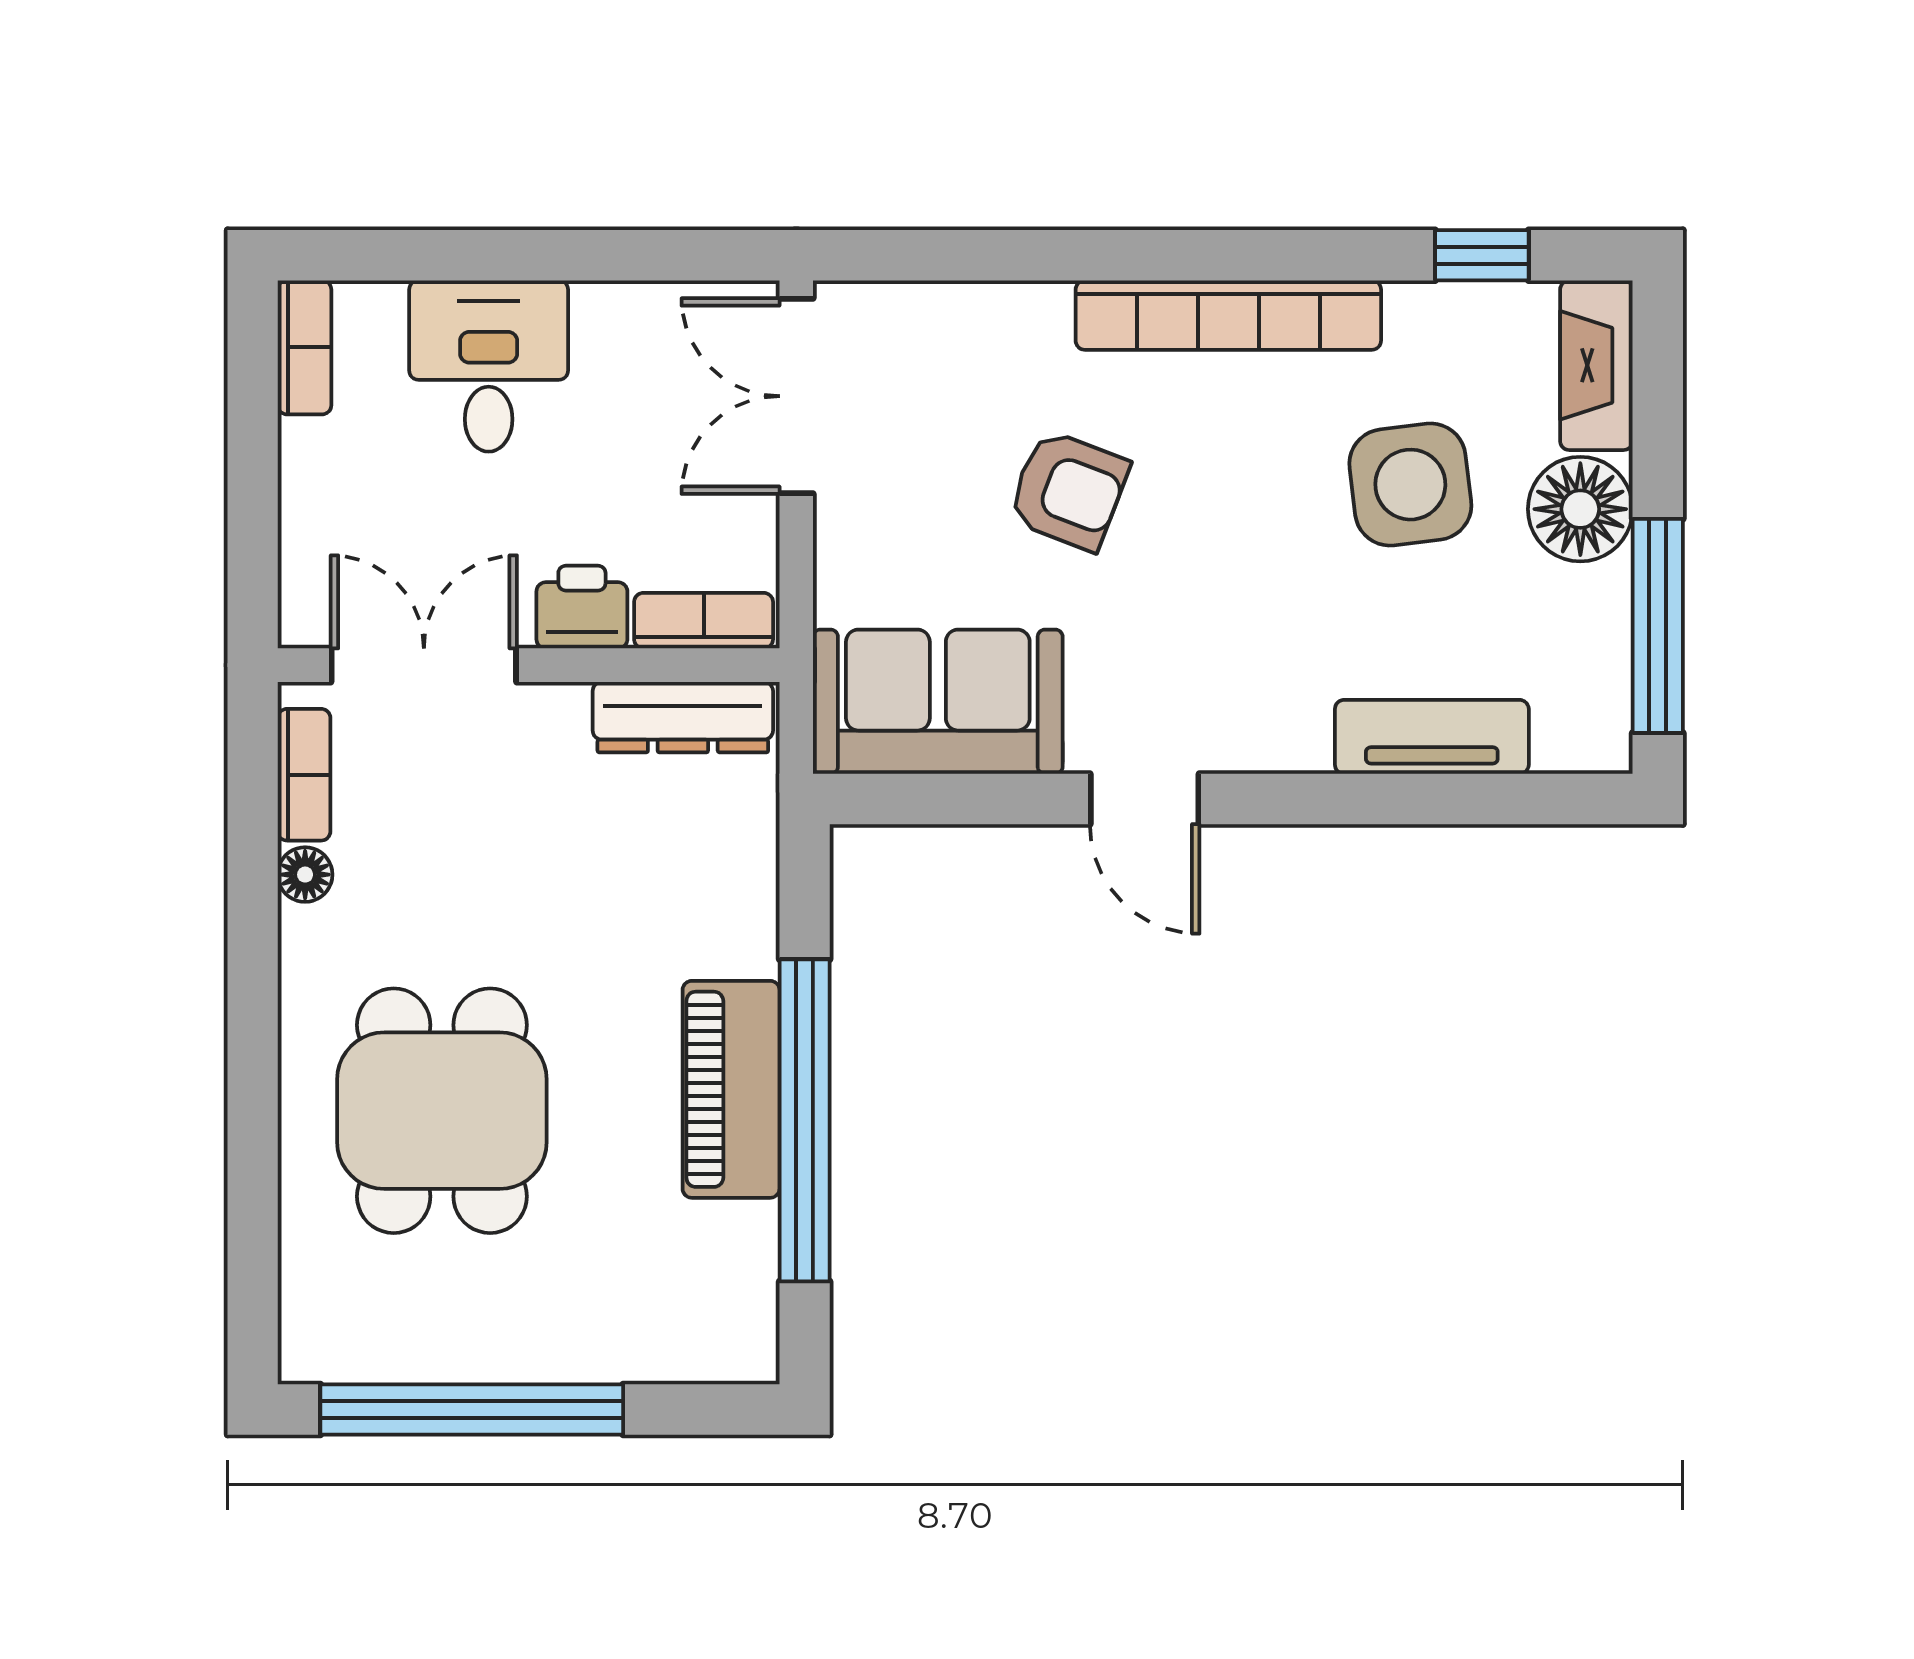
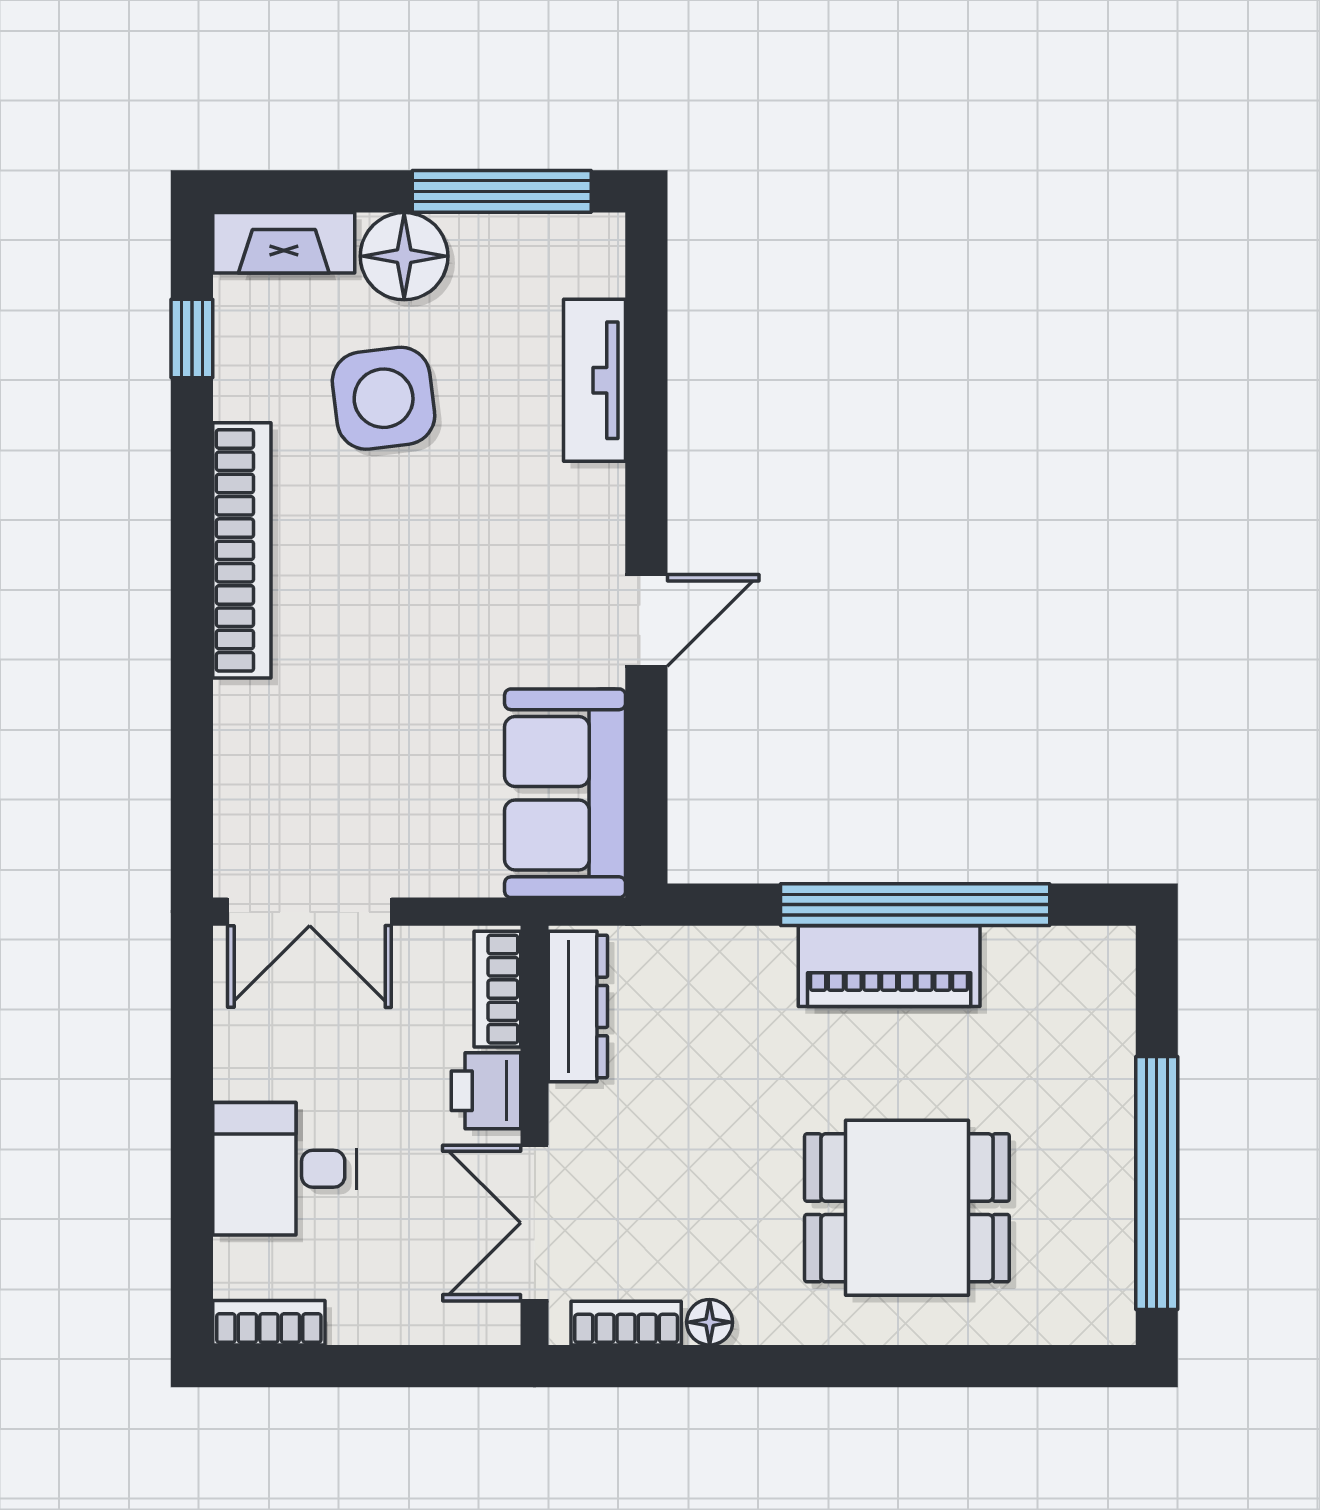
armchair: (1068, 490) -> (388, 684), removed

